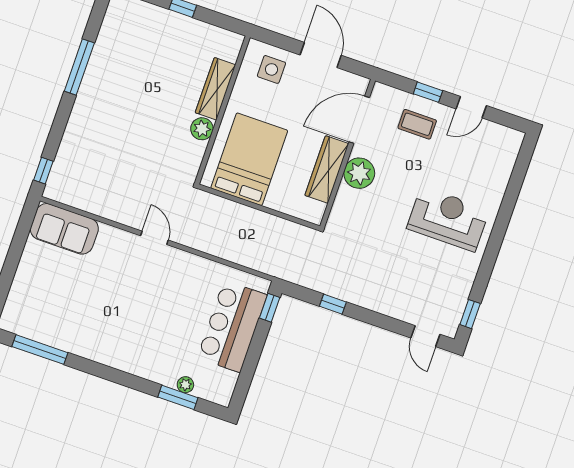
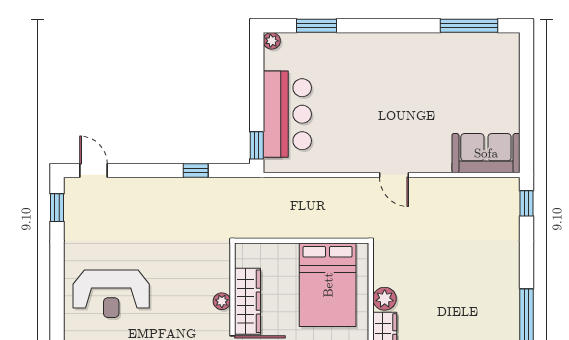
plant: (359, 173) -> (222, 301), width x0.53, depth x0.53
plant: (185, 385) -> (272, 41), moved

